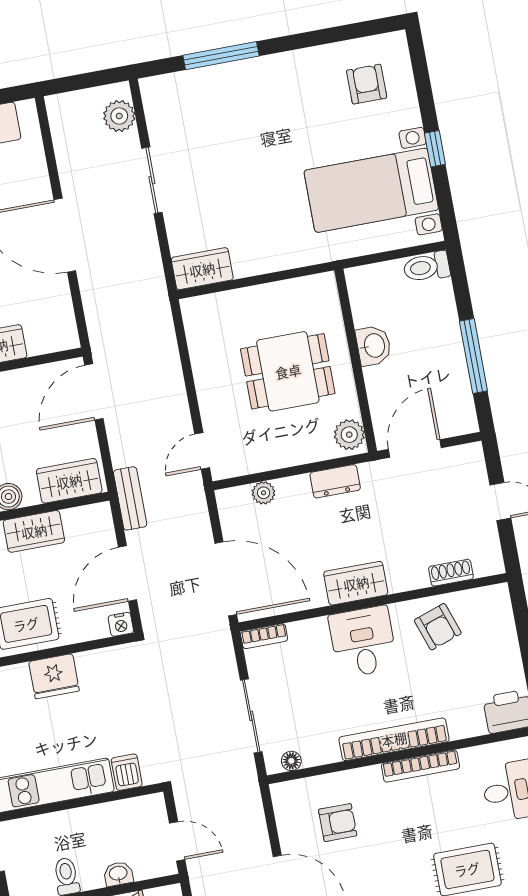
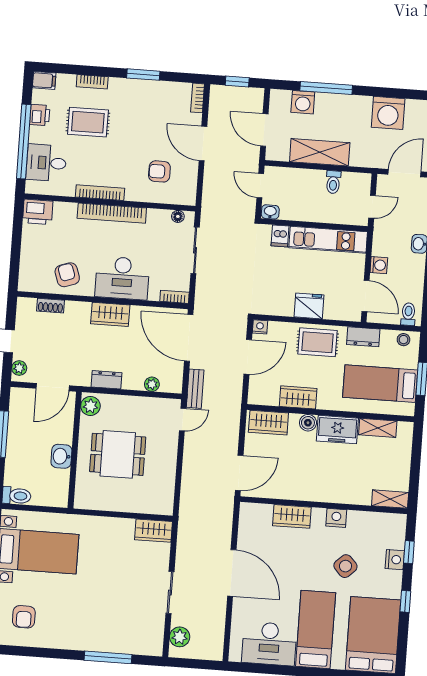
plant: (474, 464) -> (19, 368), added
bench: (130, 498) -> (195, 389), moved
desk: (363, 642) -> (122, 278), width x1.37
washbasin: (118, 874) -> (270, 212), moved, turned 180

